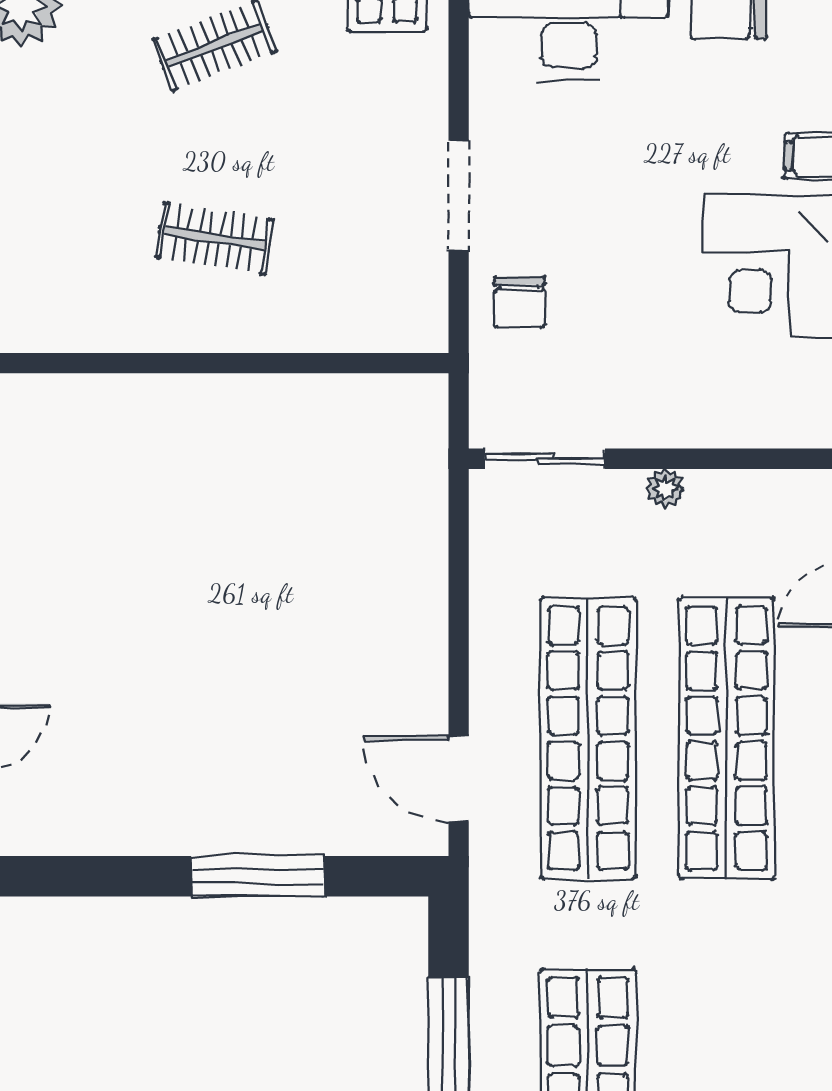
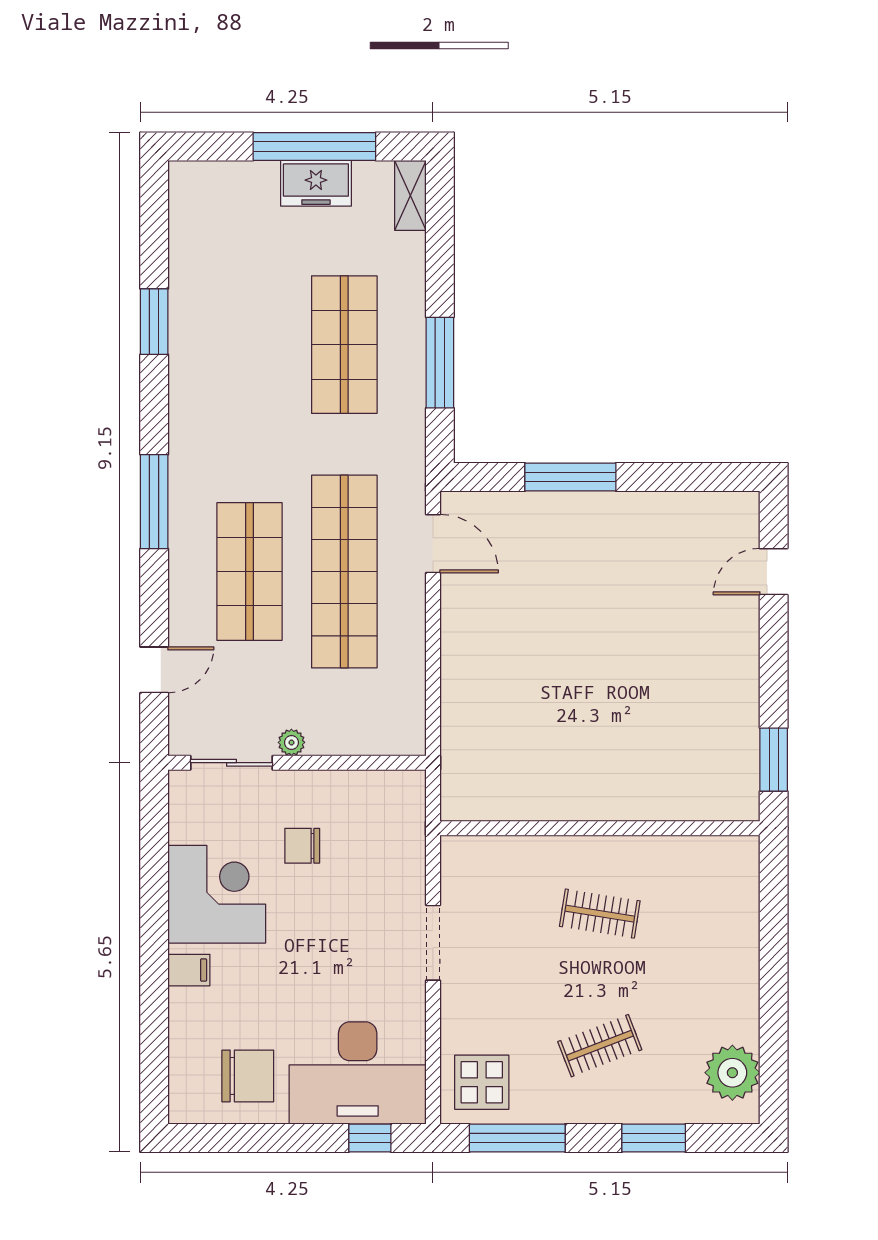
chair: (519, 302) -> (302, 846), moved, turned -90
sliding door: (545, 459) -> (231, 763), moved
shop shelf: (727, 738) -> (249, 572), width x0.71

